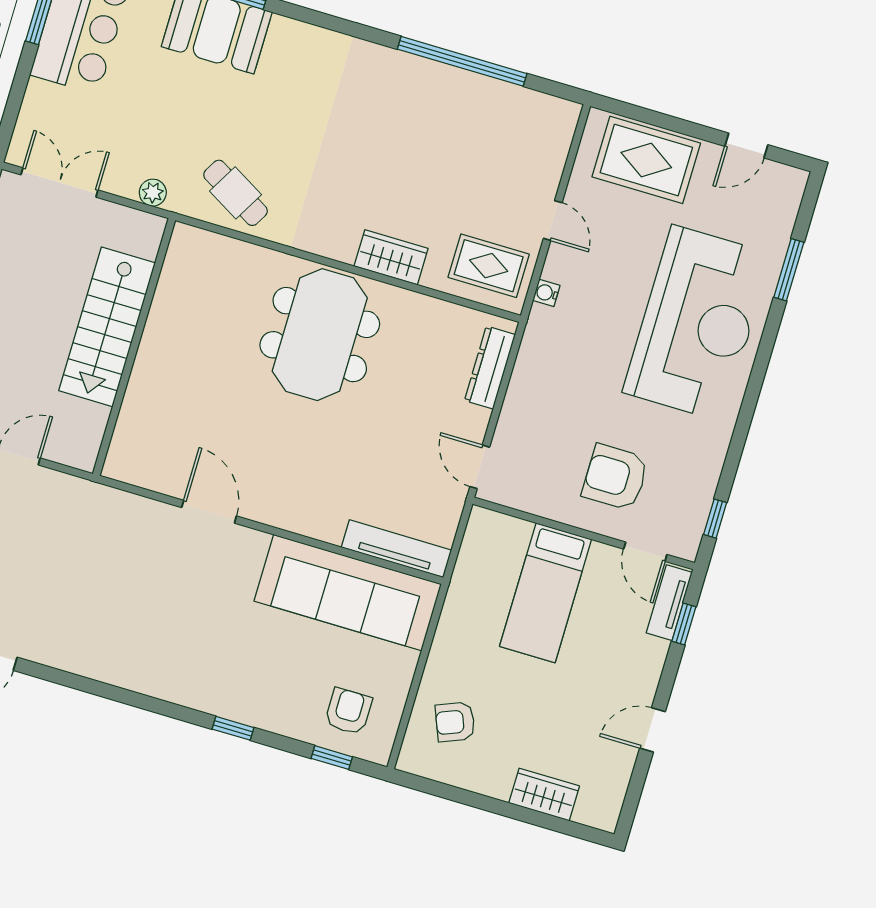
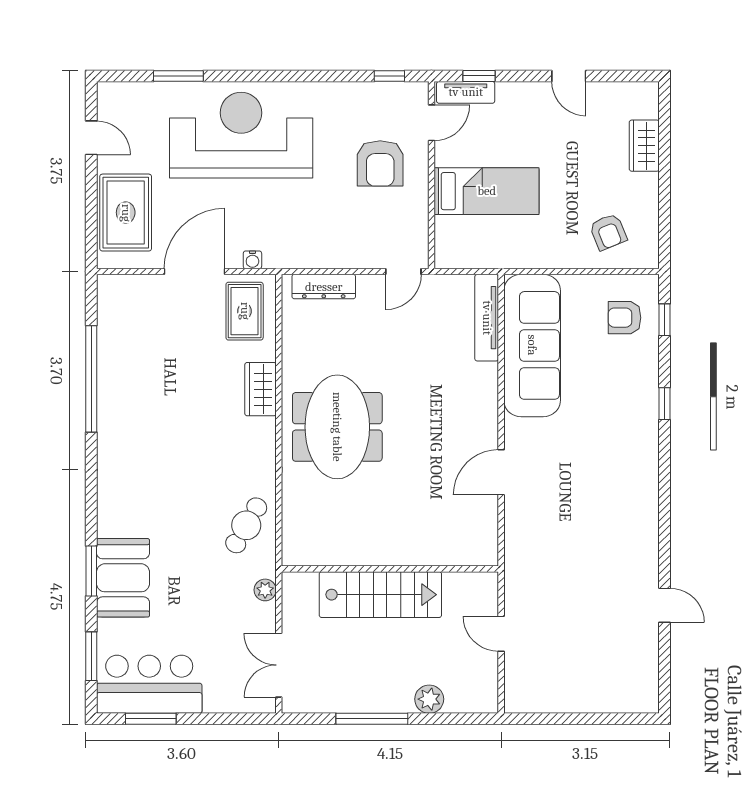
door: (553, 221) -> (195, 272), width x1.88
meeting table: (320, 335) -> (337, 427), turned 90

